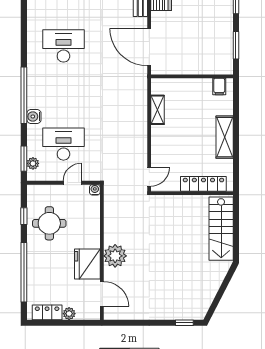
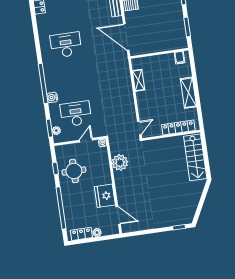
plant: (115, 256) -> (120, 163), moved

